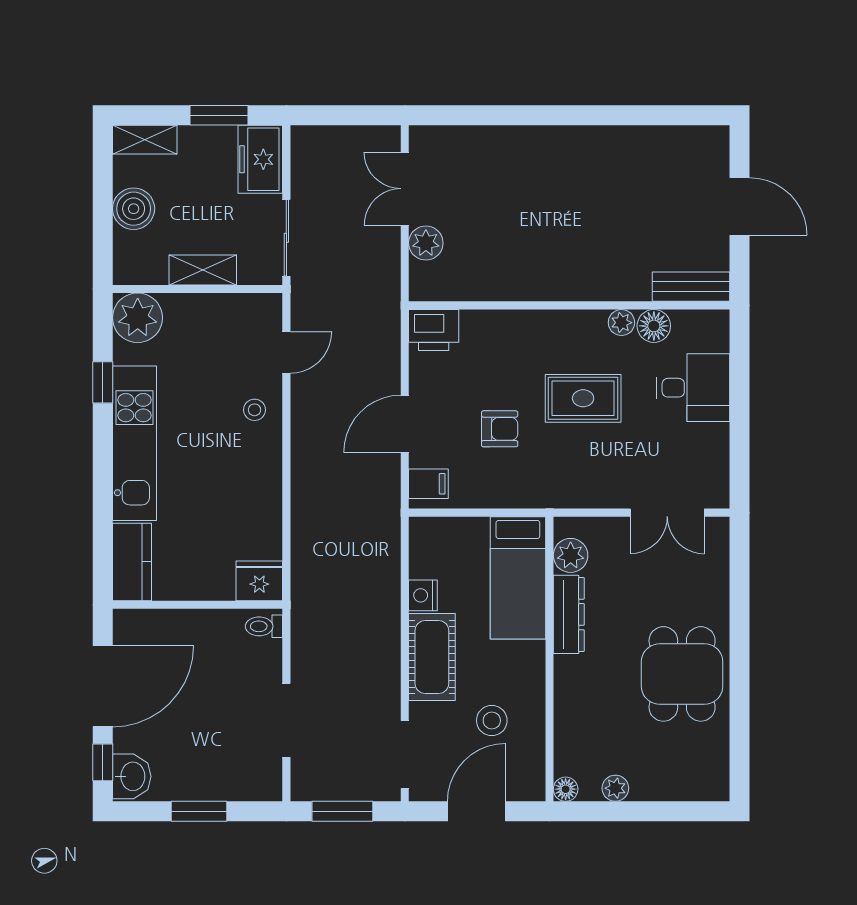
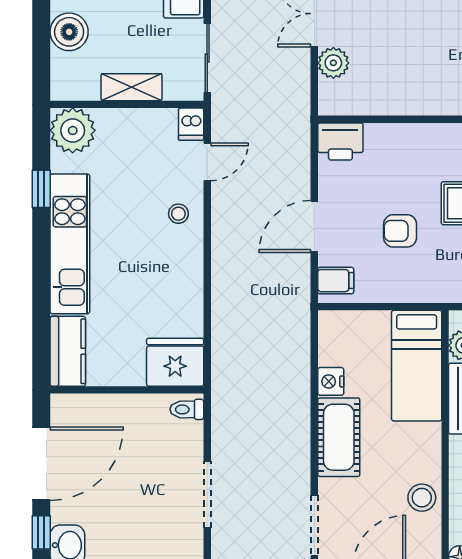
dishwasher: (269, 311) -> (191, 124), added
armchair: (500, 429) -> (400, 231), turned 180
fridge: (259, 581) -> (175, 362), width x1.36, depth x1.34
stool: (492, 721) -> (422, 498), moved

